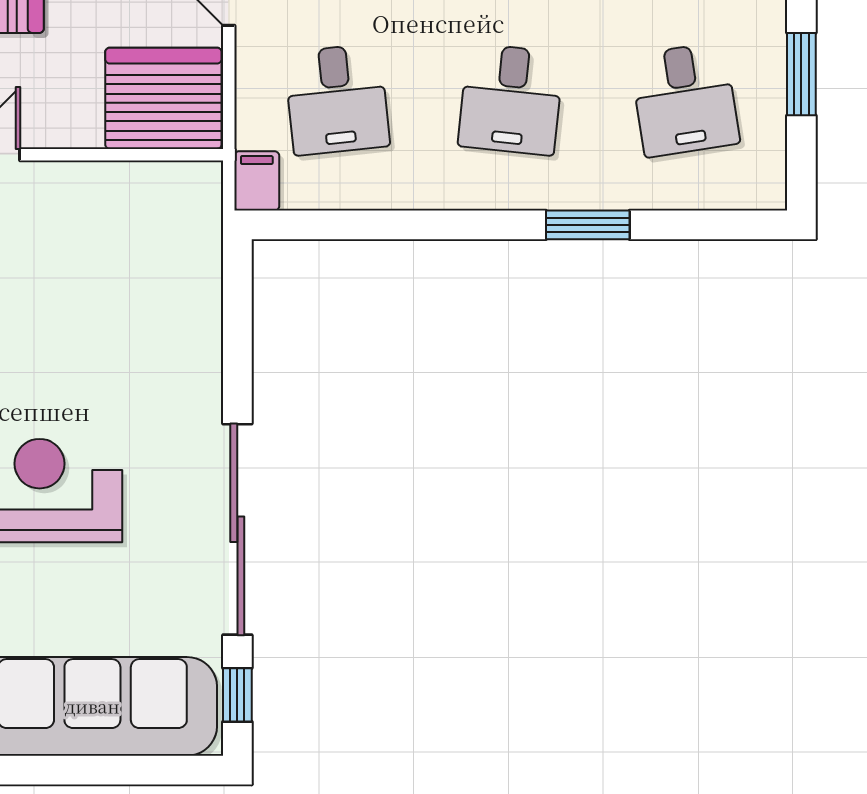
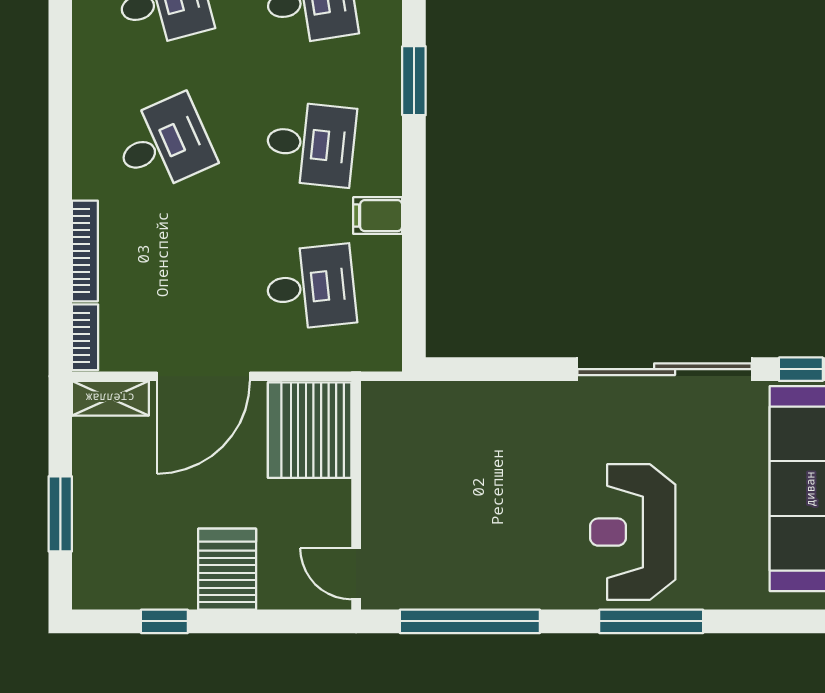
filing cabinet: (257, 181) -> (378, 216), moved

